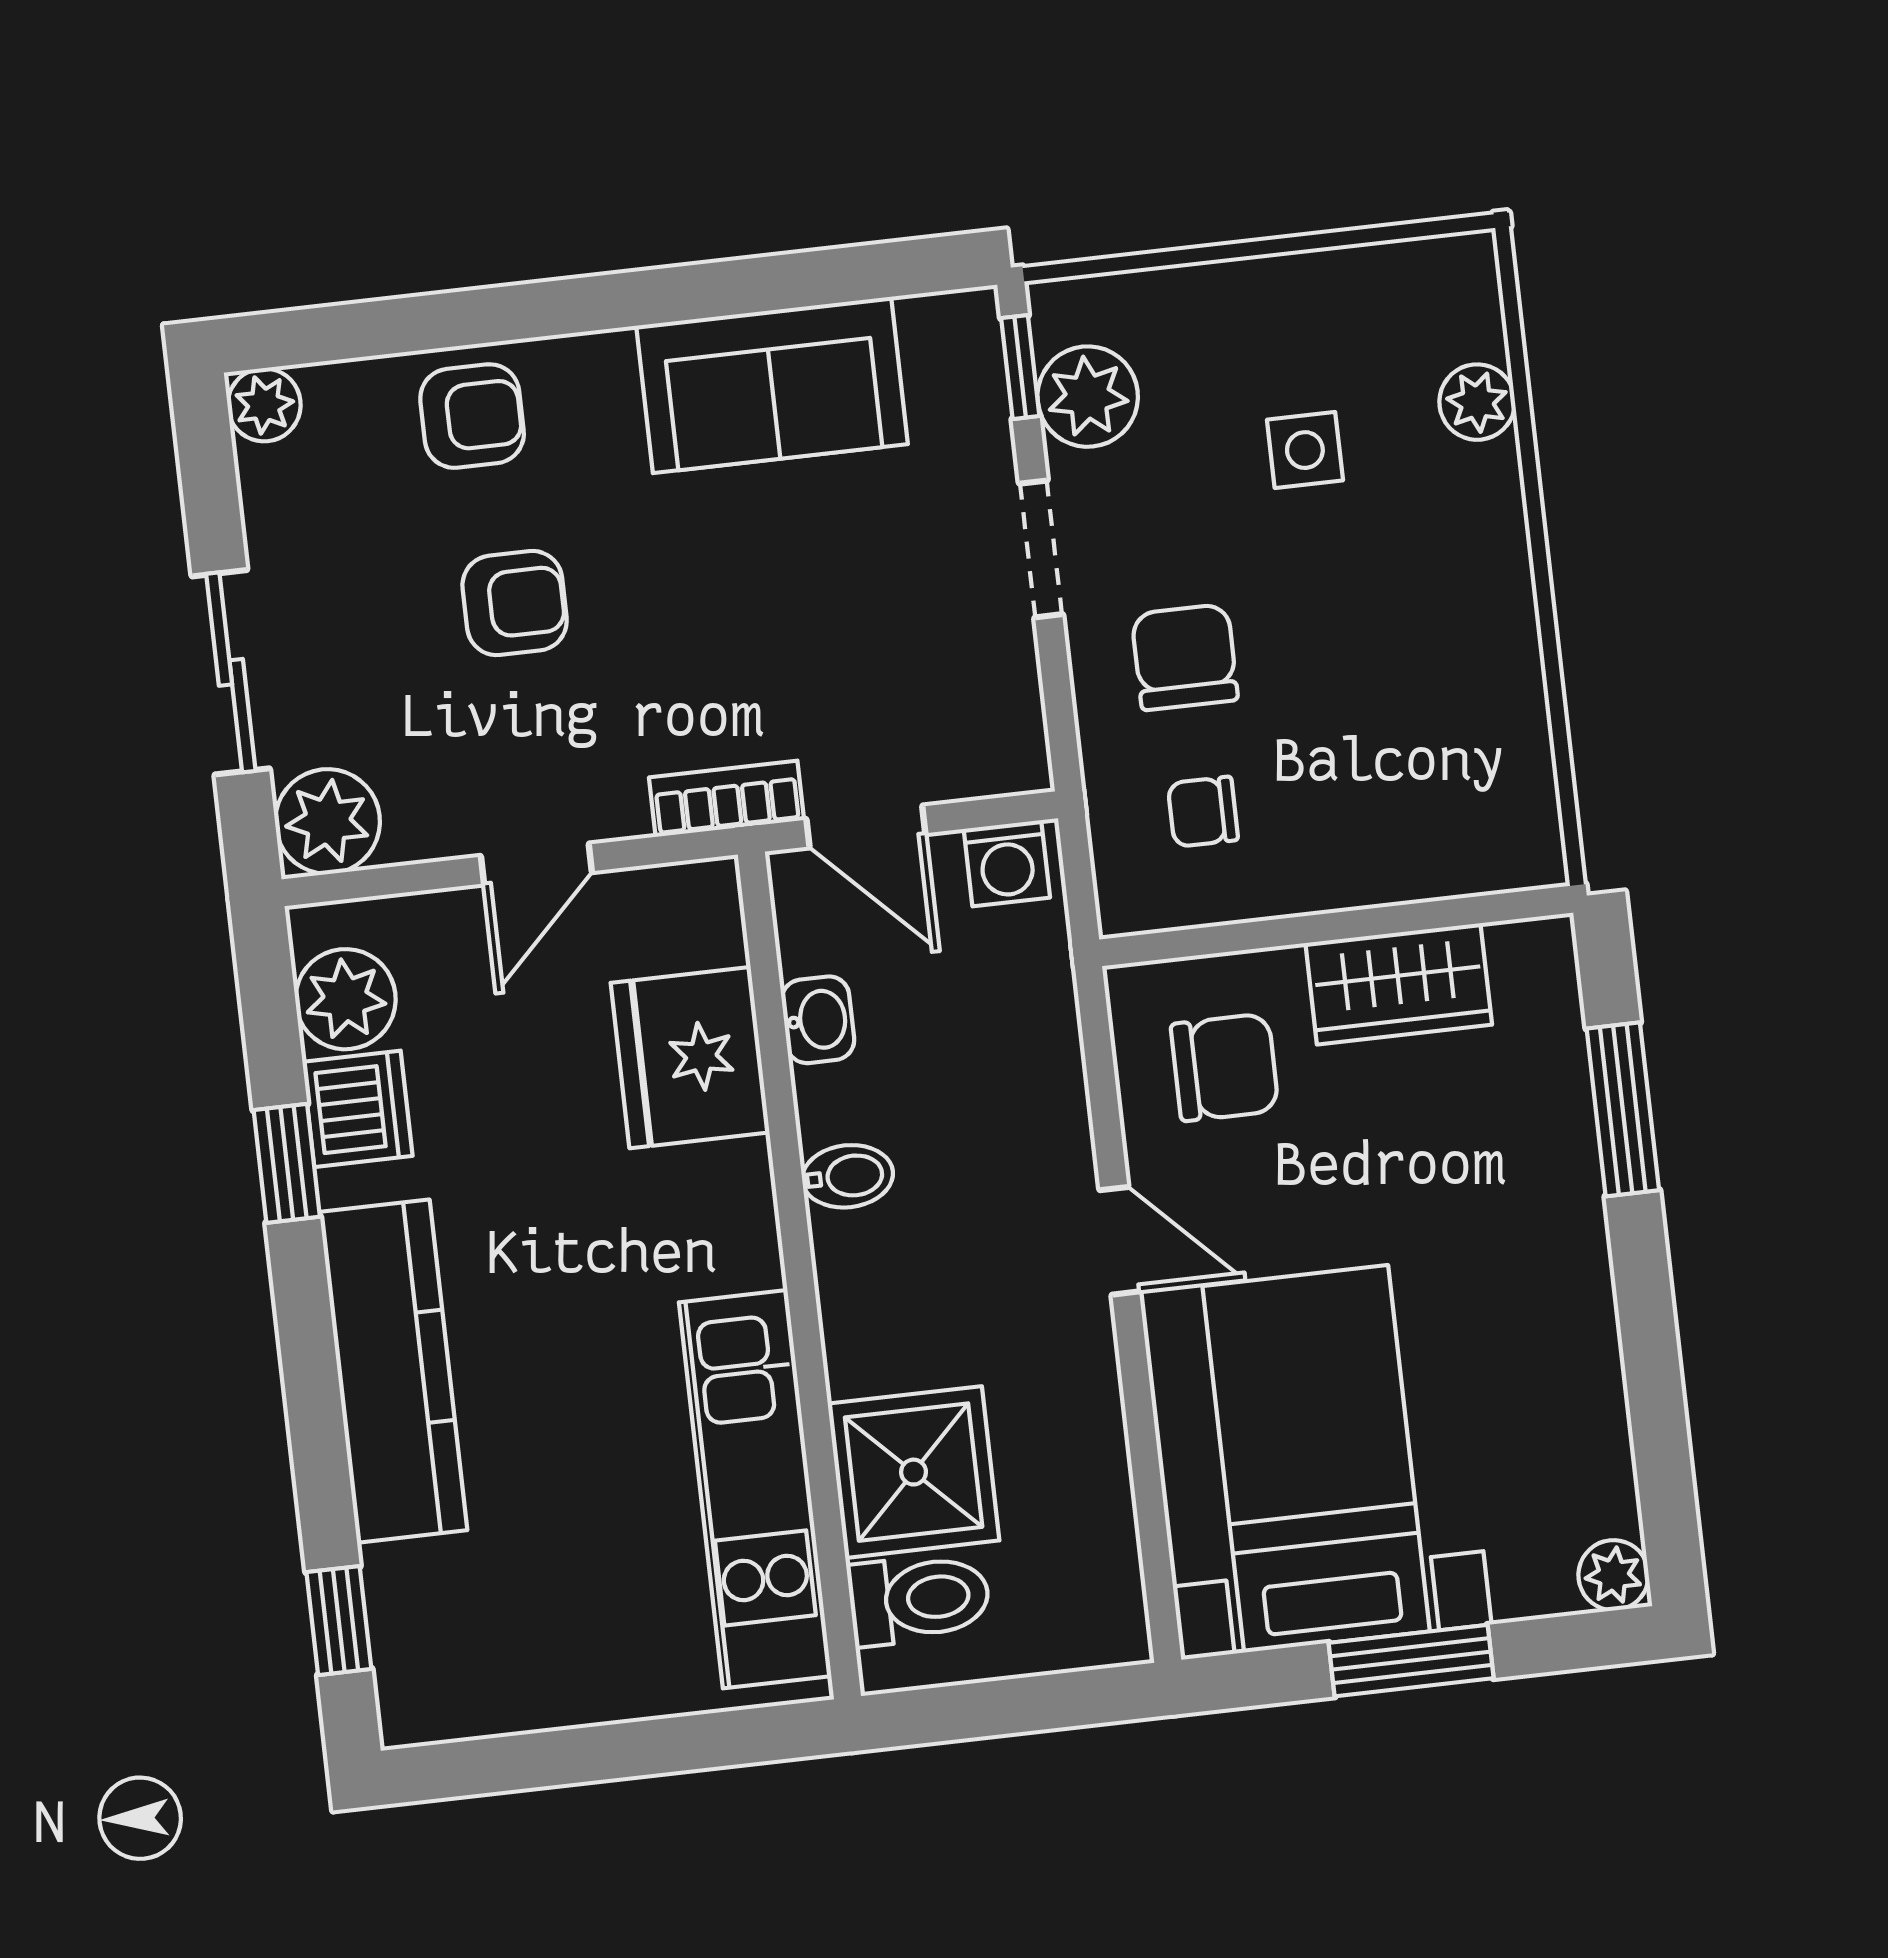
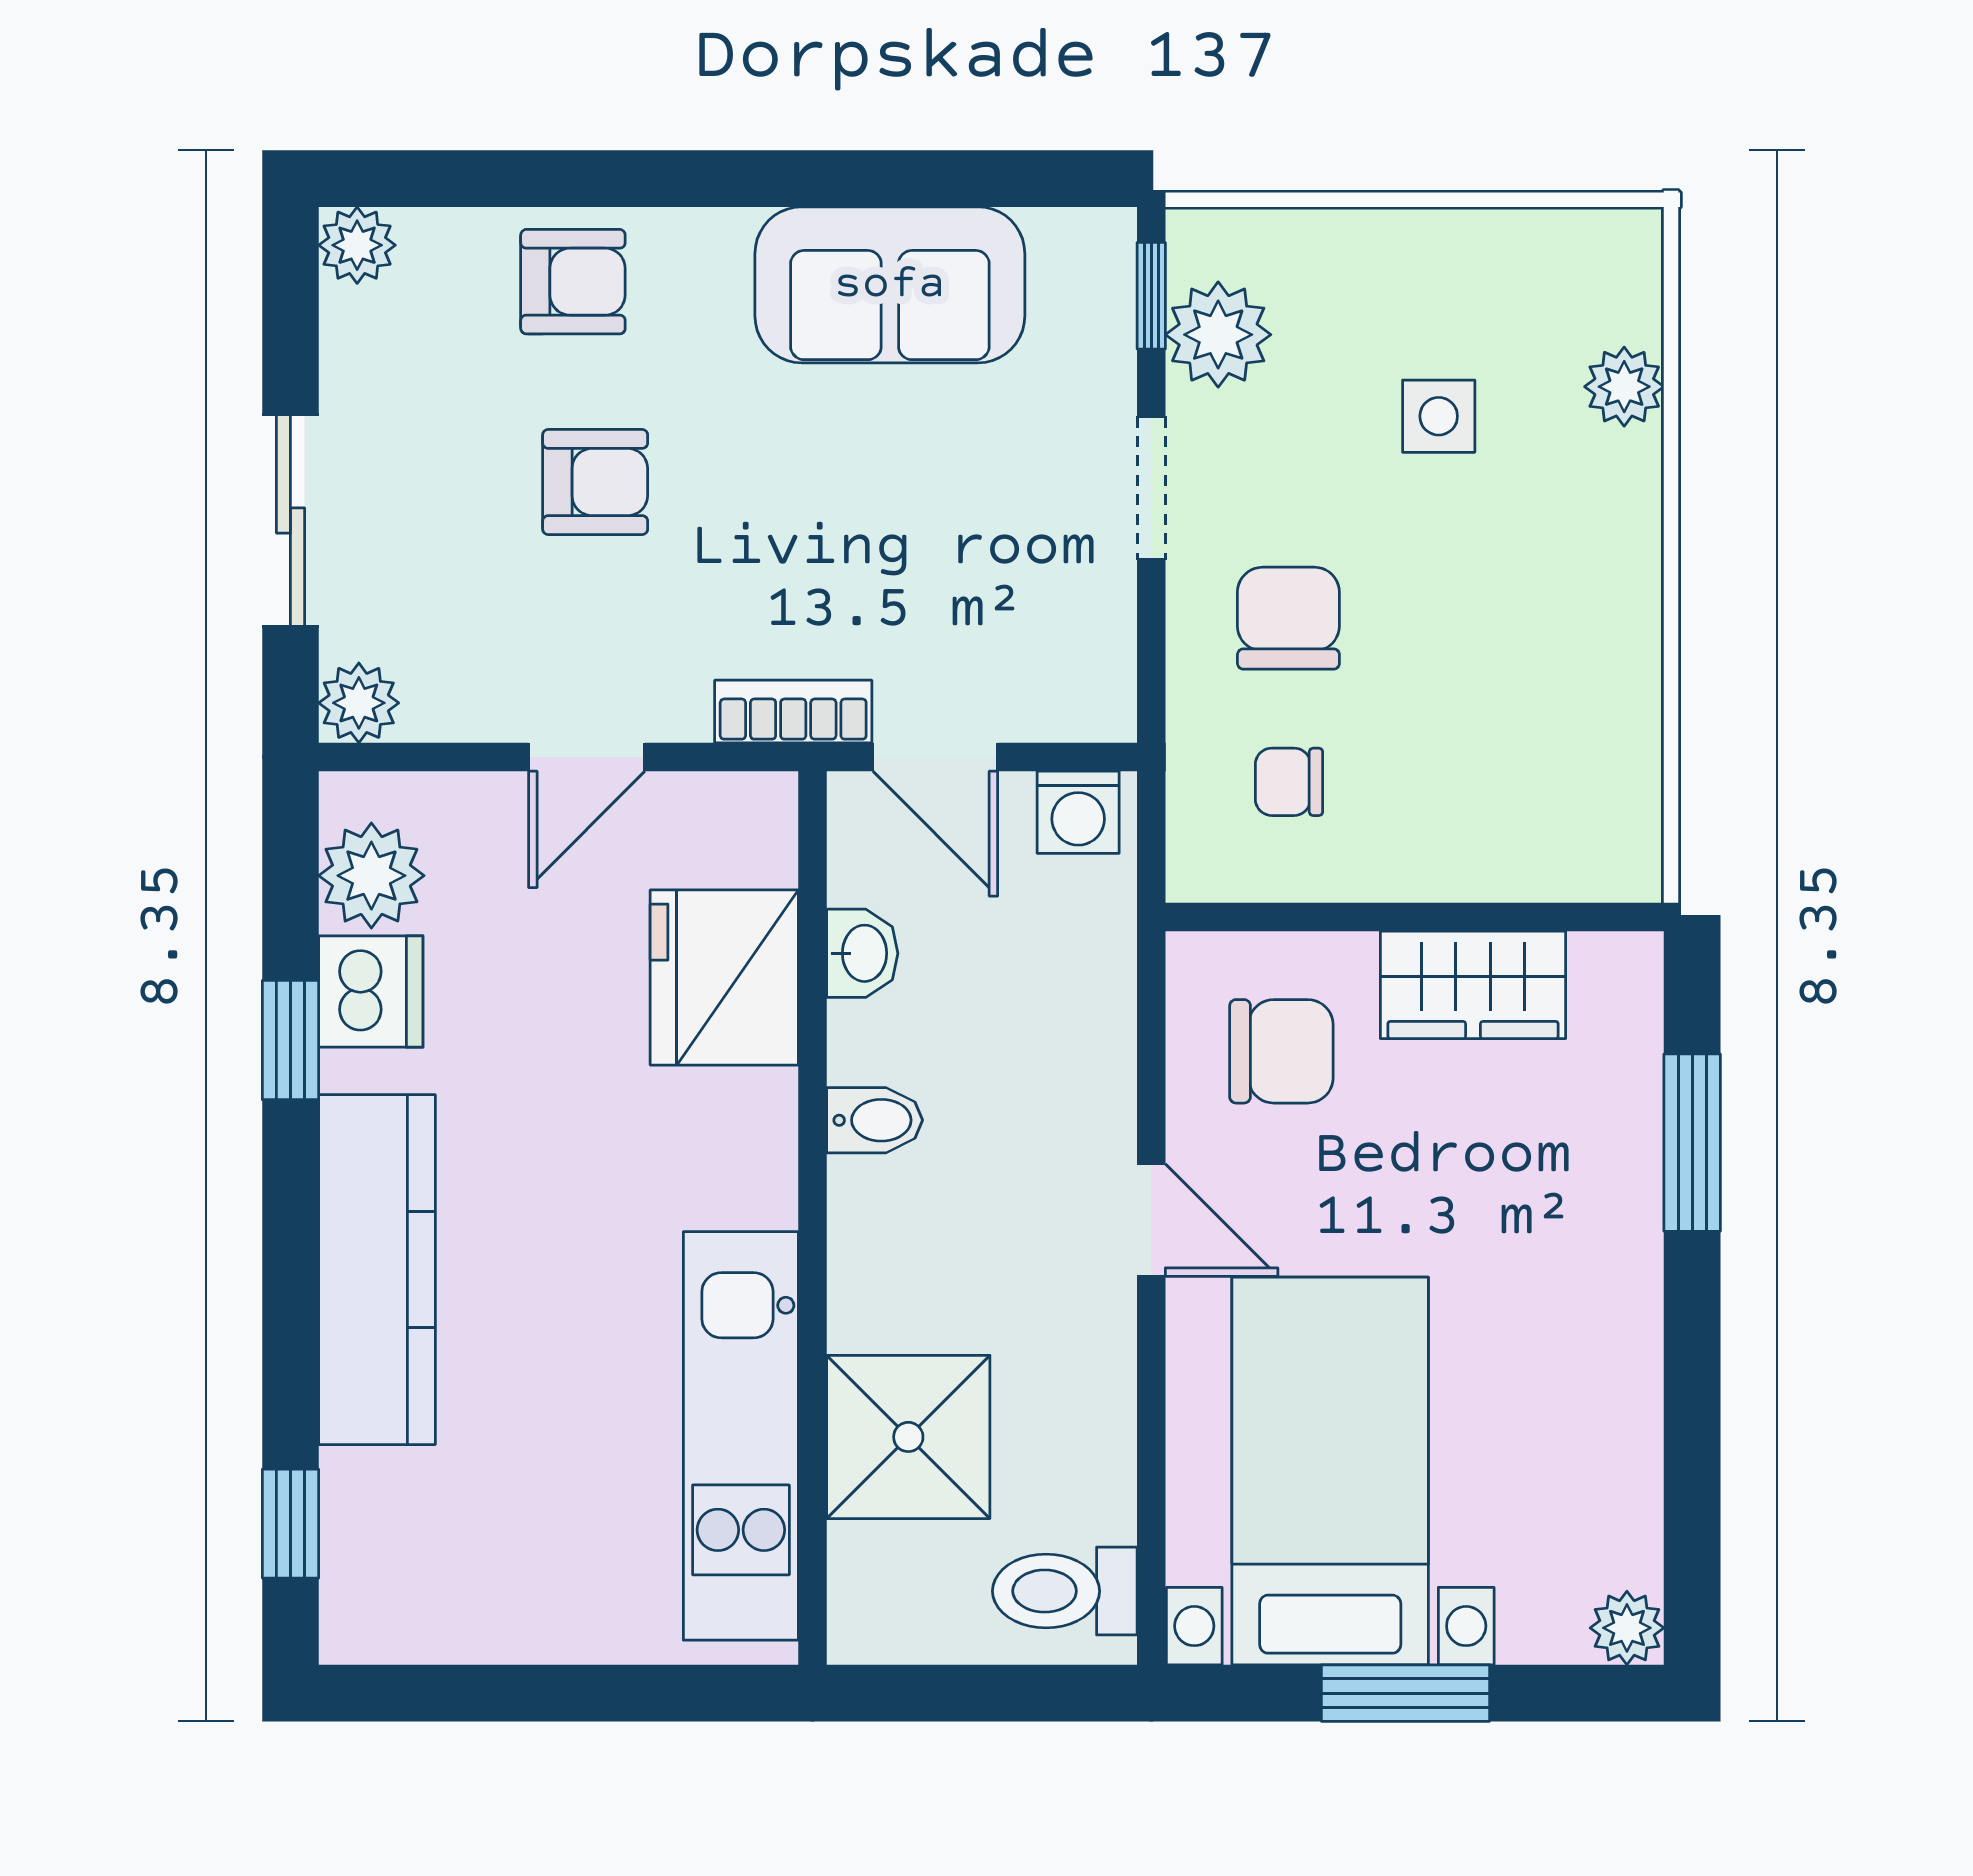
plant: (328, 822) -> (359, 703), width x0.73, depth x0.73
toilet: (919, 1599) -> (1065, 1591), moved, turned 180

